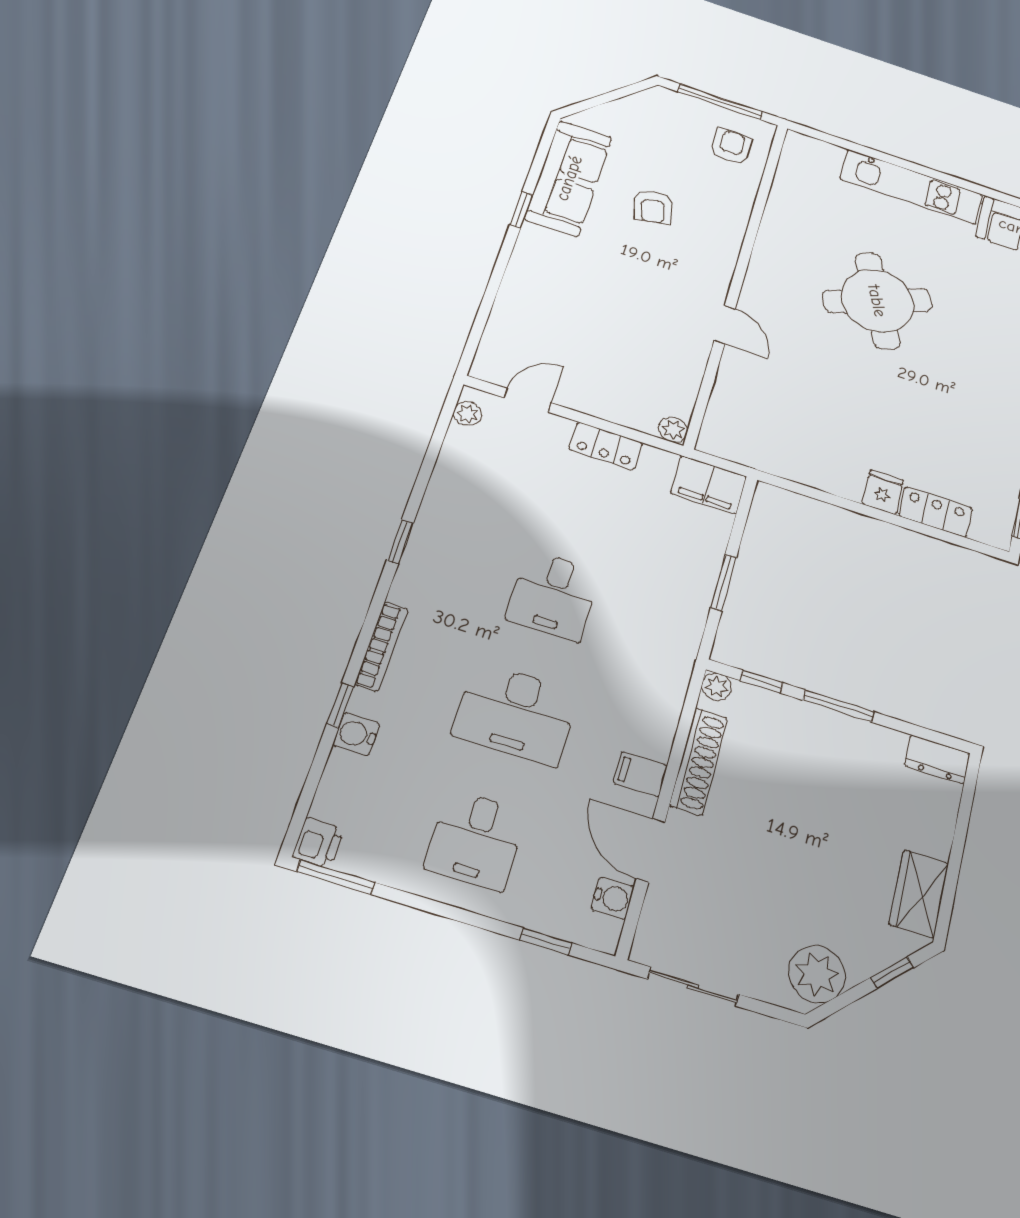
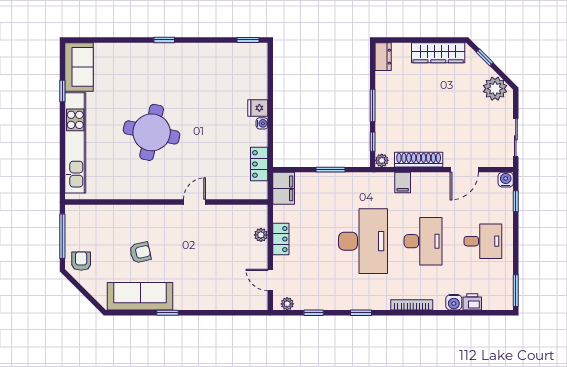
armchair: (731, 147) -> (81, 261), moved, turned 90
kitchen unit: (911, 187) -> (75, 143), width x1.36
window: (986, 192) -> (62, 91), added
round table: (877, 301) -> (152, 132), turned 35
plant: (673, 430) -> (261, 235), moved
water cooler: (850, 489) -> (262, 123), added
locker: (935, 512) -> (259, 164), moved
desk: (553, 595) -> (363, 241), width x1.87, depth x1.30
window: (340, 705) -> (314, 313), moved
filing cabinet: (640, 774) -> (403, 183), moved
printer: (318, 843) -> (472, 302), moved
wardrobe: (919, 894) -> (438, 53), width x1.50
water cooler: (613, 898) -> (506, 180), moved

